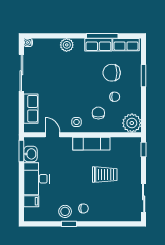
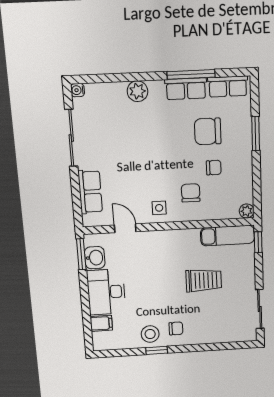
plant: (132, 123) -> (247, 211), width x0.53, depth x0.53
exam couch: (91, 144) -> (227, 236), moved

